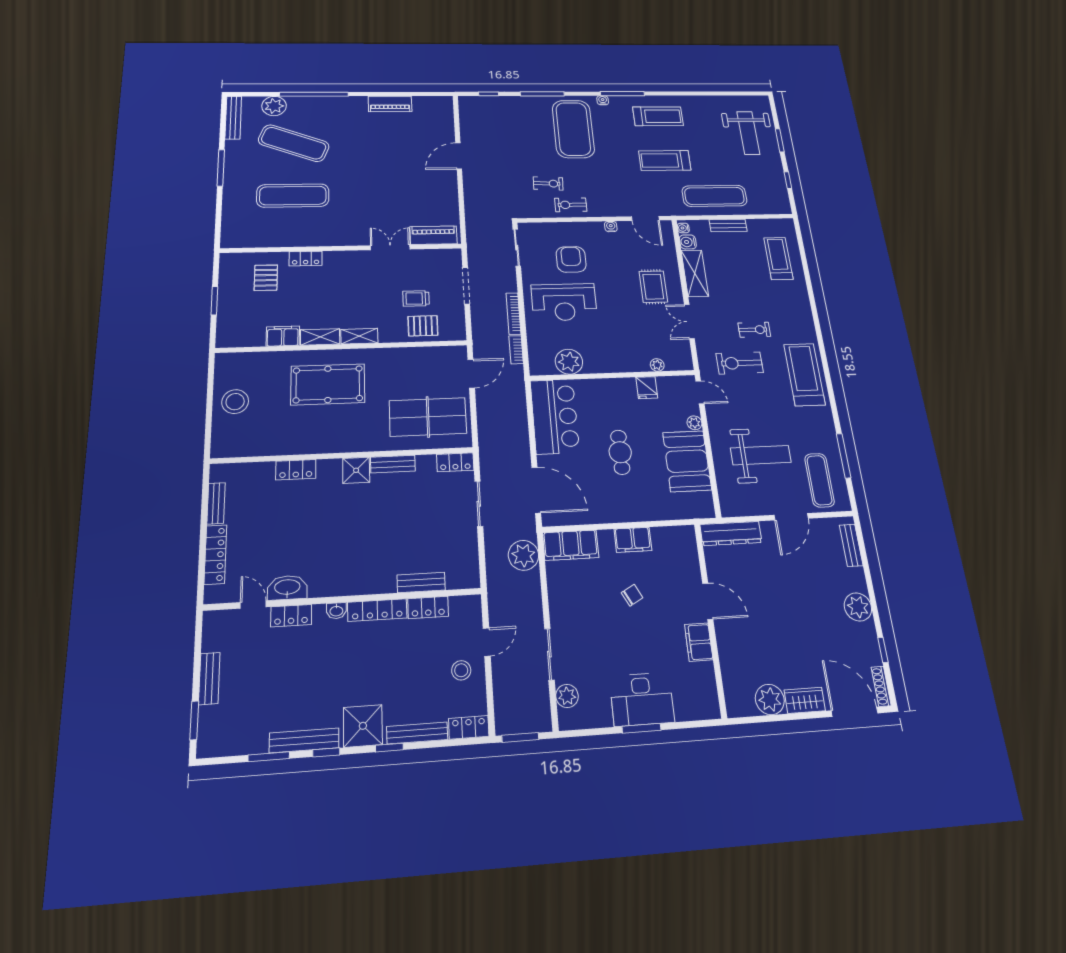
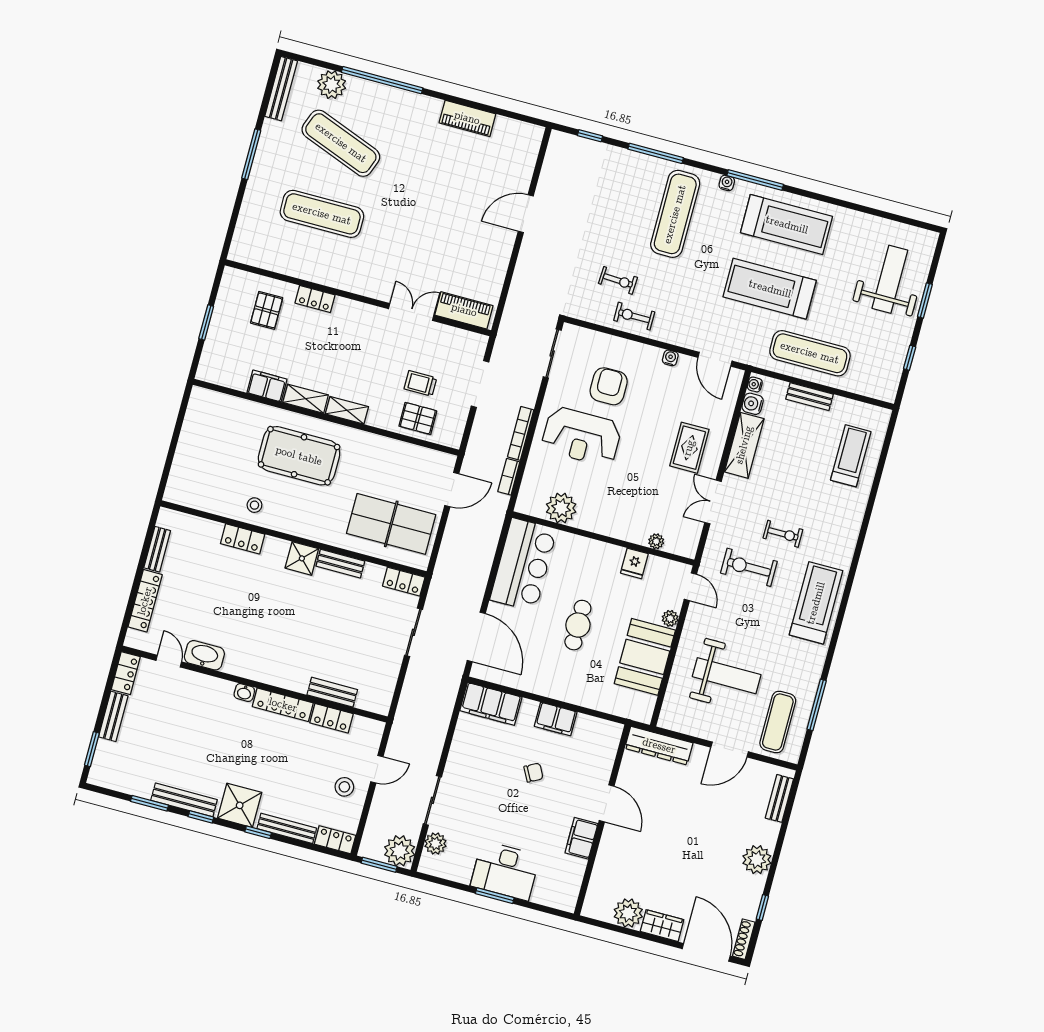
treadmill: (658, 116) -> (787, 225), width x1.37, depth x1.38
exercise mat: (573, 129) -> (675, 214), width x0.68
weight bench: (748, 133) -> (890, 279), turned 180
treadmill: (665, 160) -> (770, 289), width x1.37, depth x1.38
stool: (235, 402) -> (254, 505), moved, width x0.53, depth x0.53
plant: (523, 555) -> (400, 851), moved
locker: (291, 616) -> (126, 673), moved, turned -90

